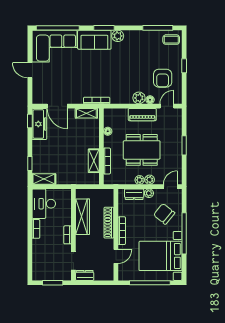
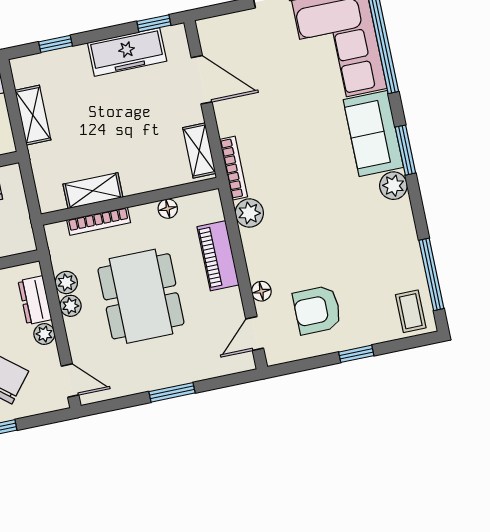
plant: (139, 98) -> (249, 213), moved
door: (57, 106) -> (202, 80), swing flipped
door: (167, 106) -> (255, 334), swing flipped
piano: (142, 115) -> (218, 256), moved
freezer: (39, 124) -> (127, 52), moved
shelving: (44, 179) -> (33, 115), moved
plant: (150, 180) -> (66, 282), moved

